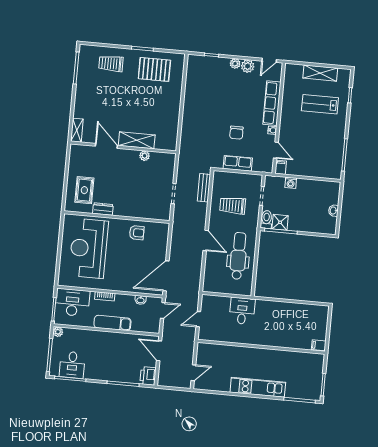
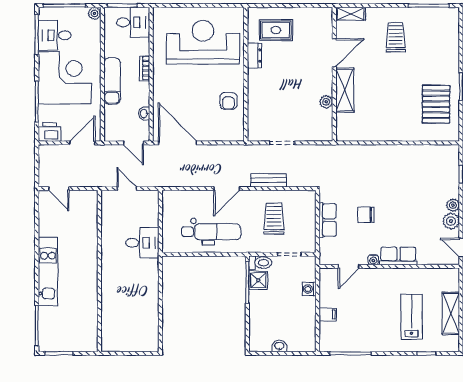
trolley: (111, 64) -> (396, 37), moved
row of seats: (272, 103) -> (398, 256), width x0.68
filing cabinet: (281, 167) -> (328, 314), moved
bench: (204, 188) -> (268, 180), moved
desk: (72, 302) -> (133, 22), width x0.73
filing cabinet: (319, 345) -> (108, 343), removed
corner desk: (107, 360) -> (65, 78), added

